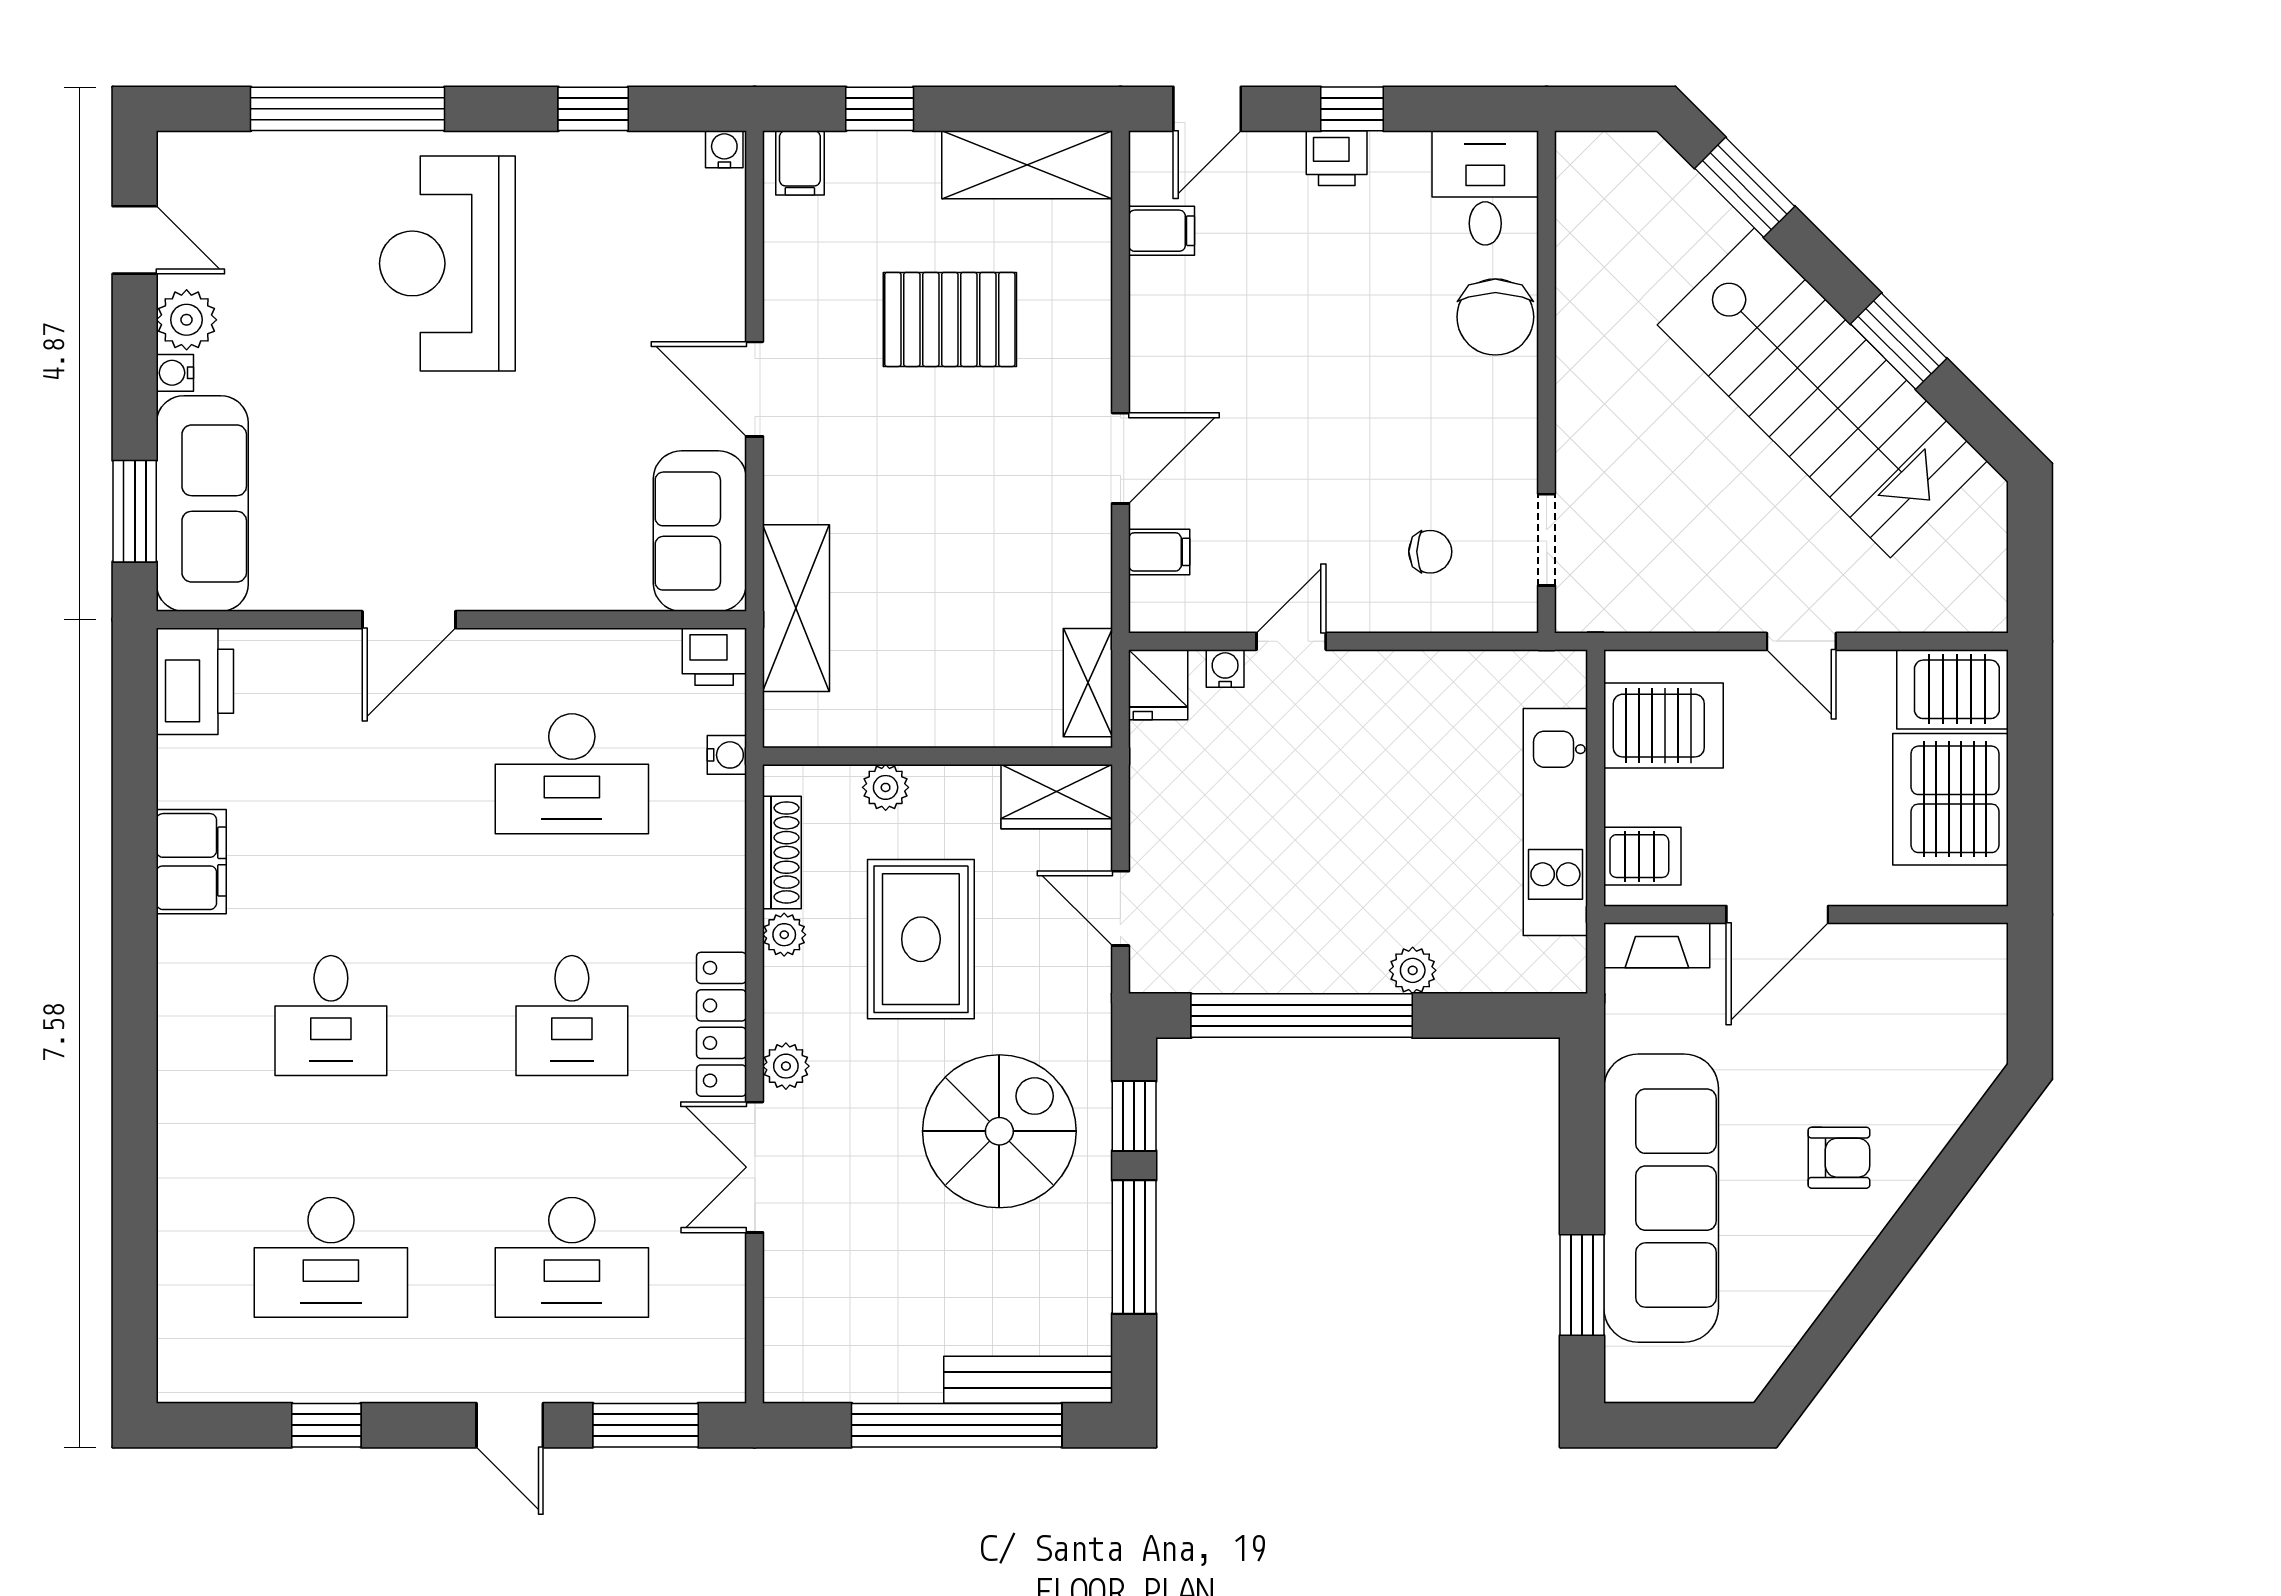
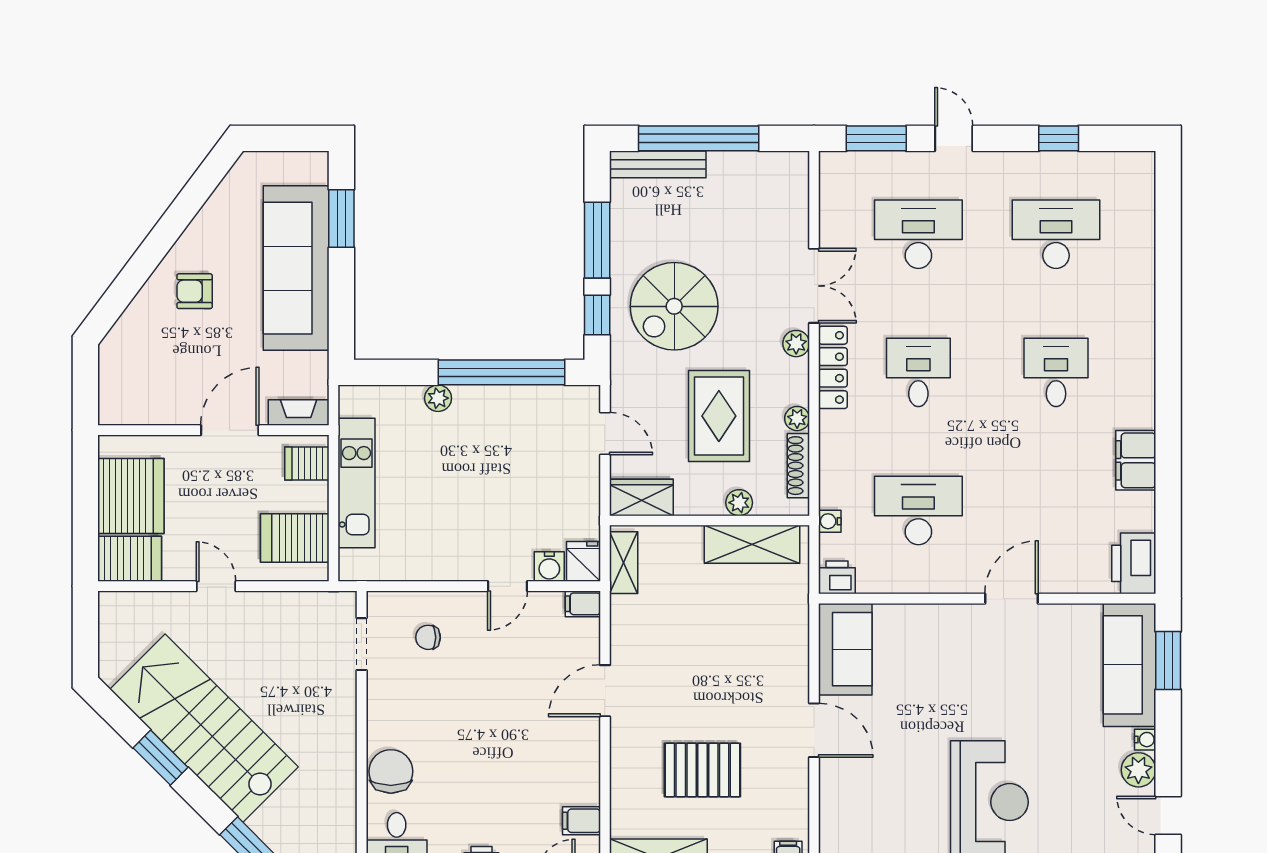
filing cabinet: (1159, 552) -> (583, 604), moved
shelving: (796, 608) -> (752, 544), moved, turned 90
water cooler: (1225, 668) -> (549, 567), width x1.38, depth x1.38

